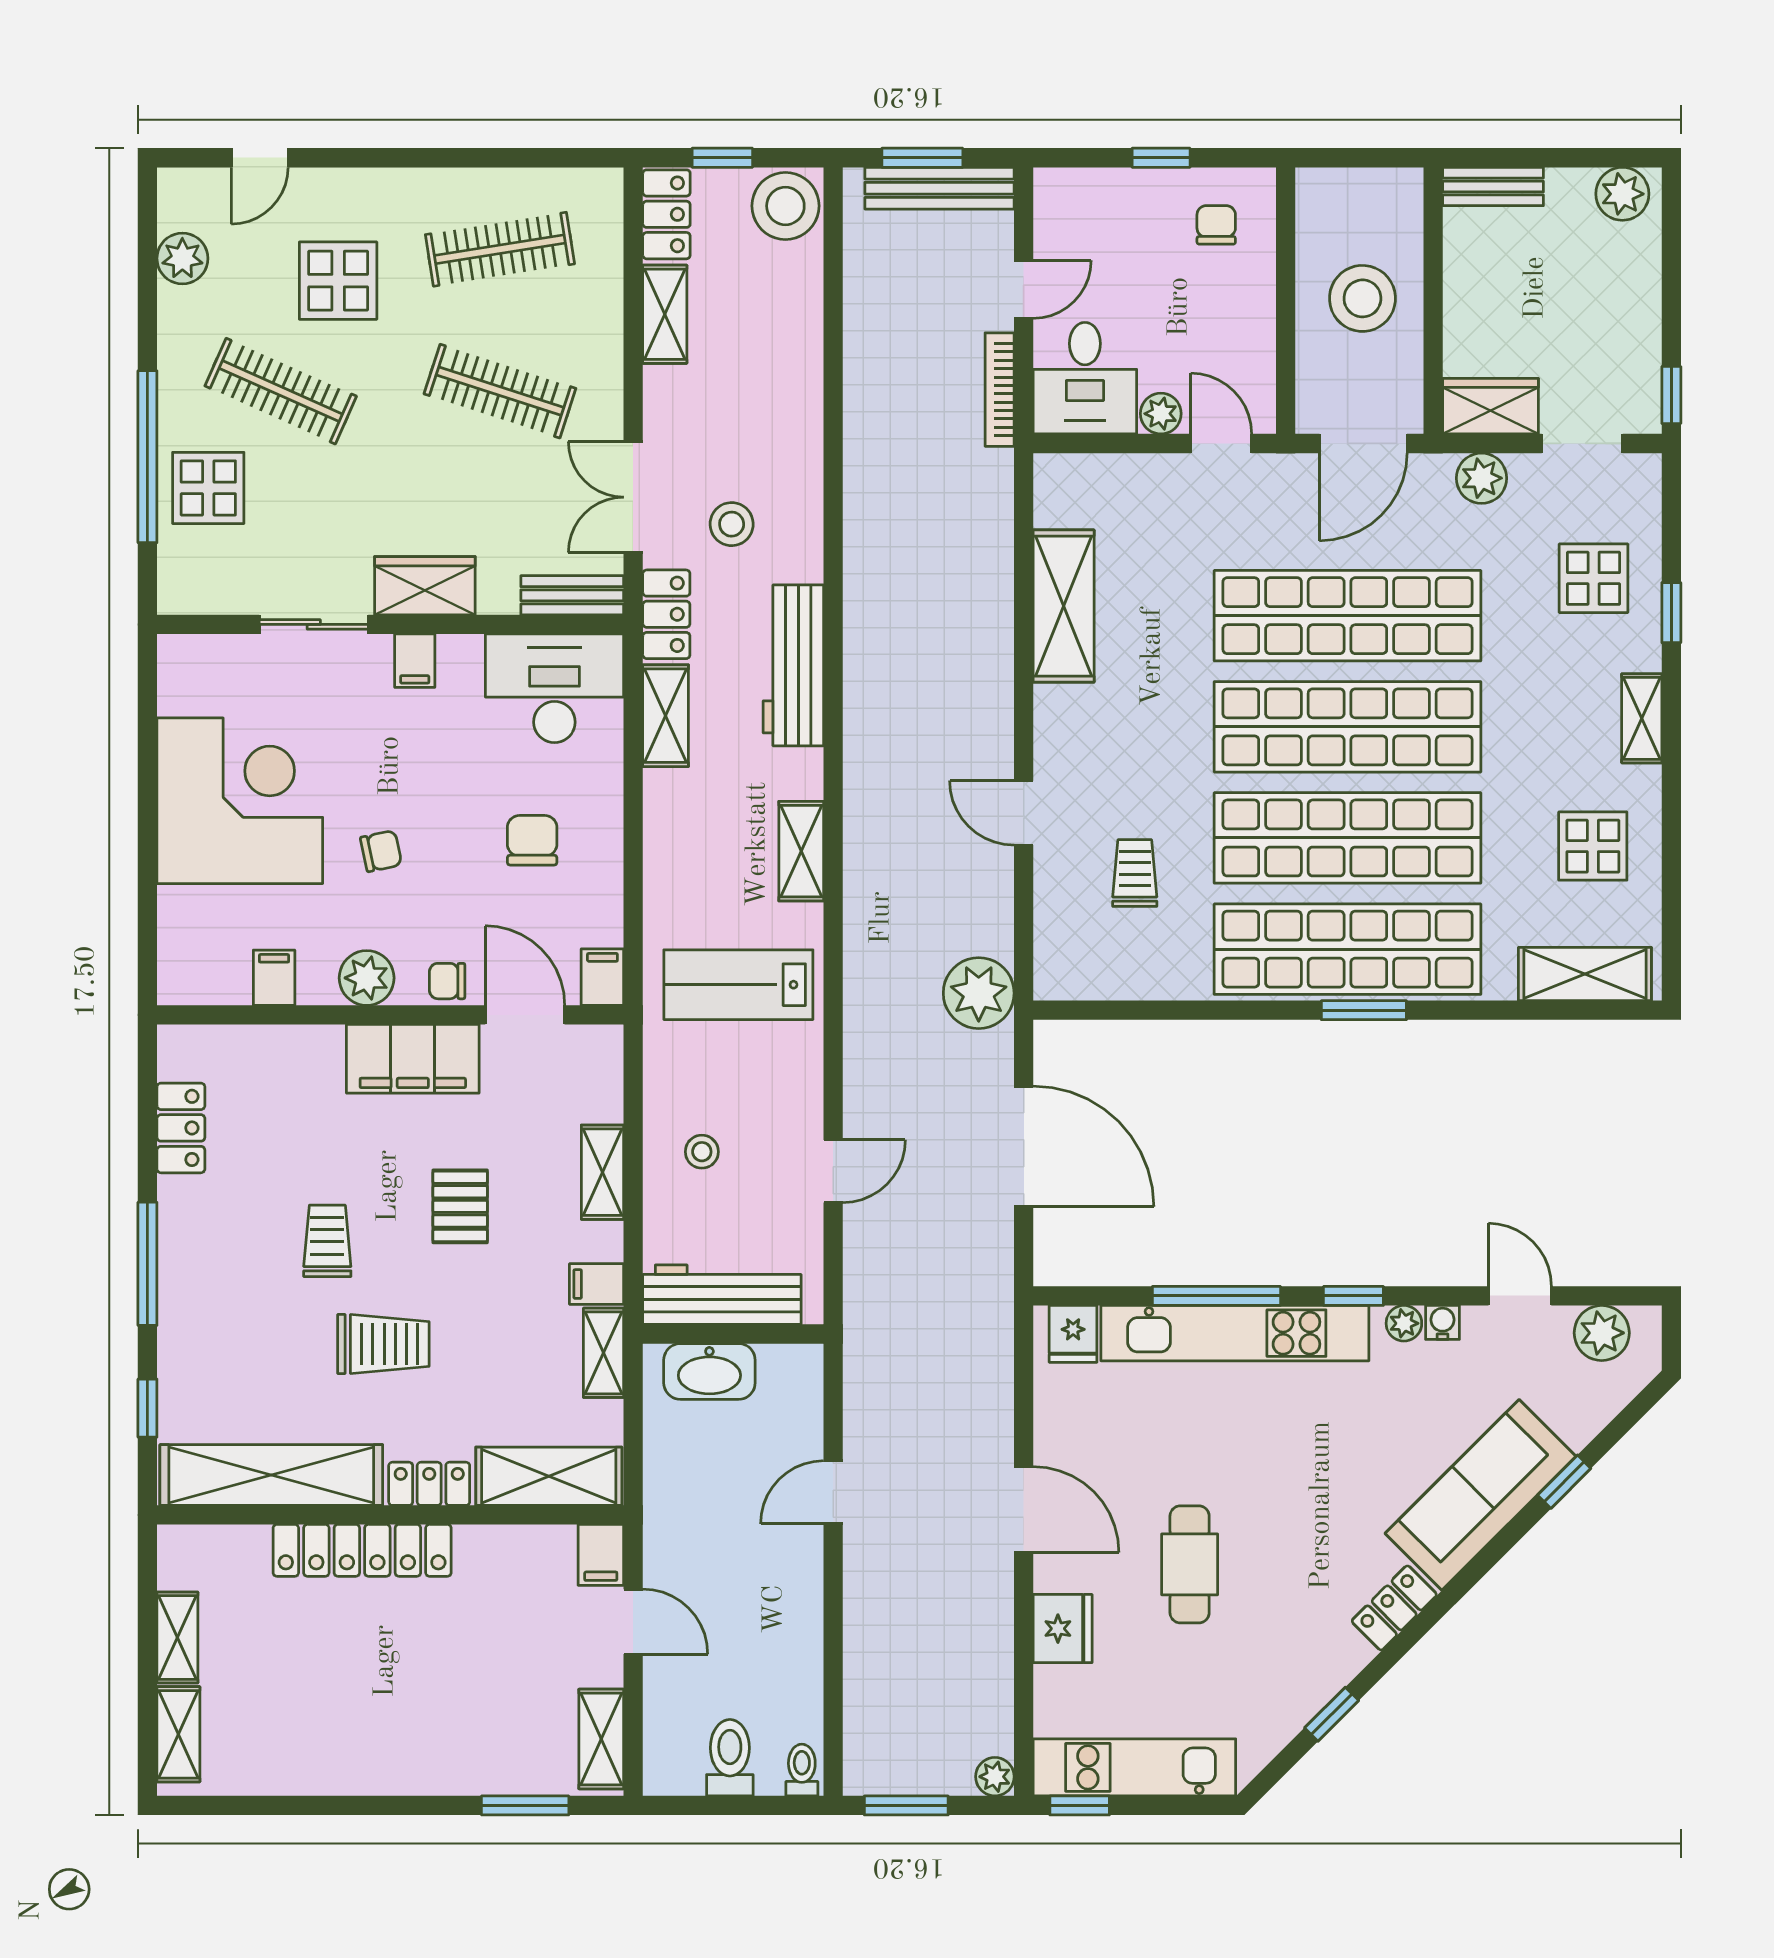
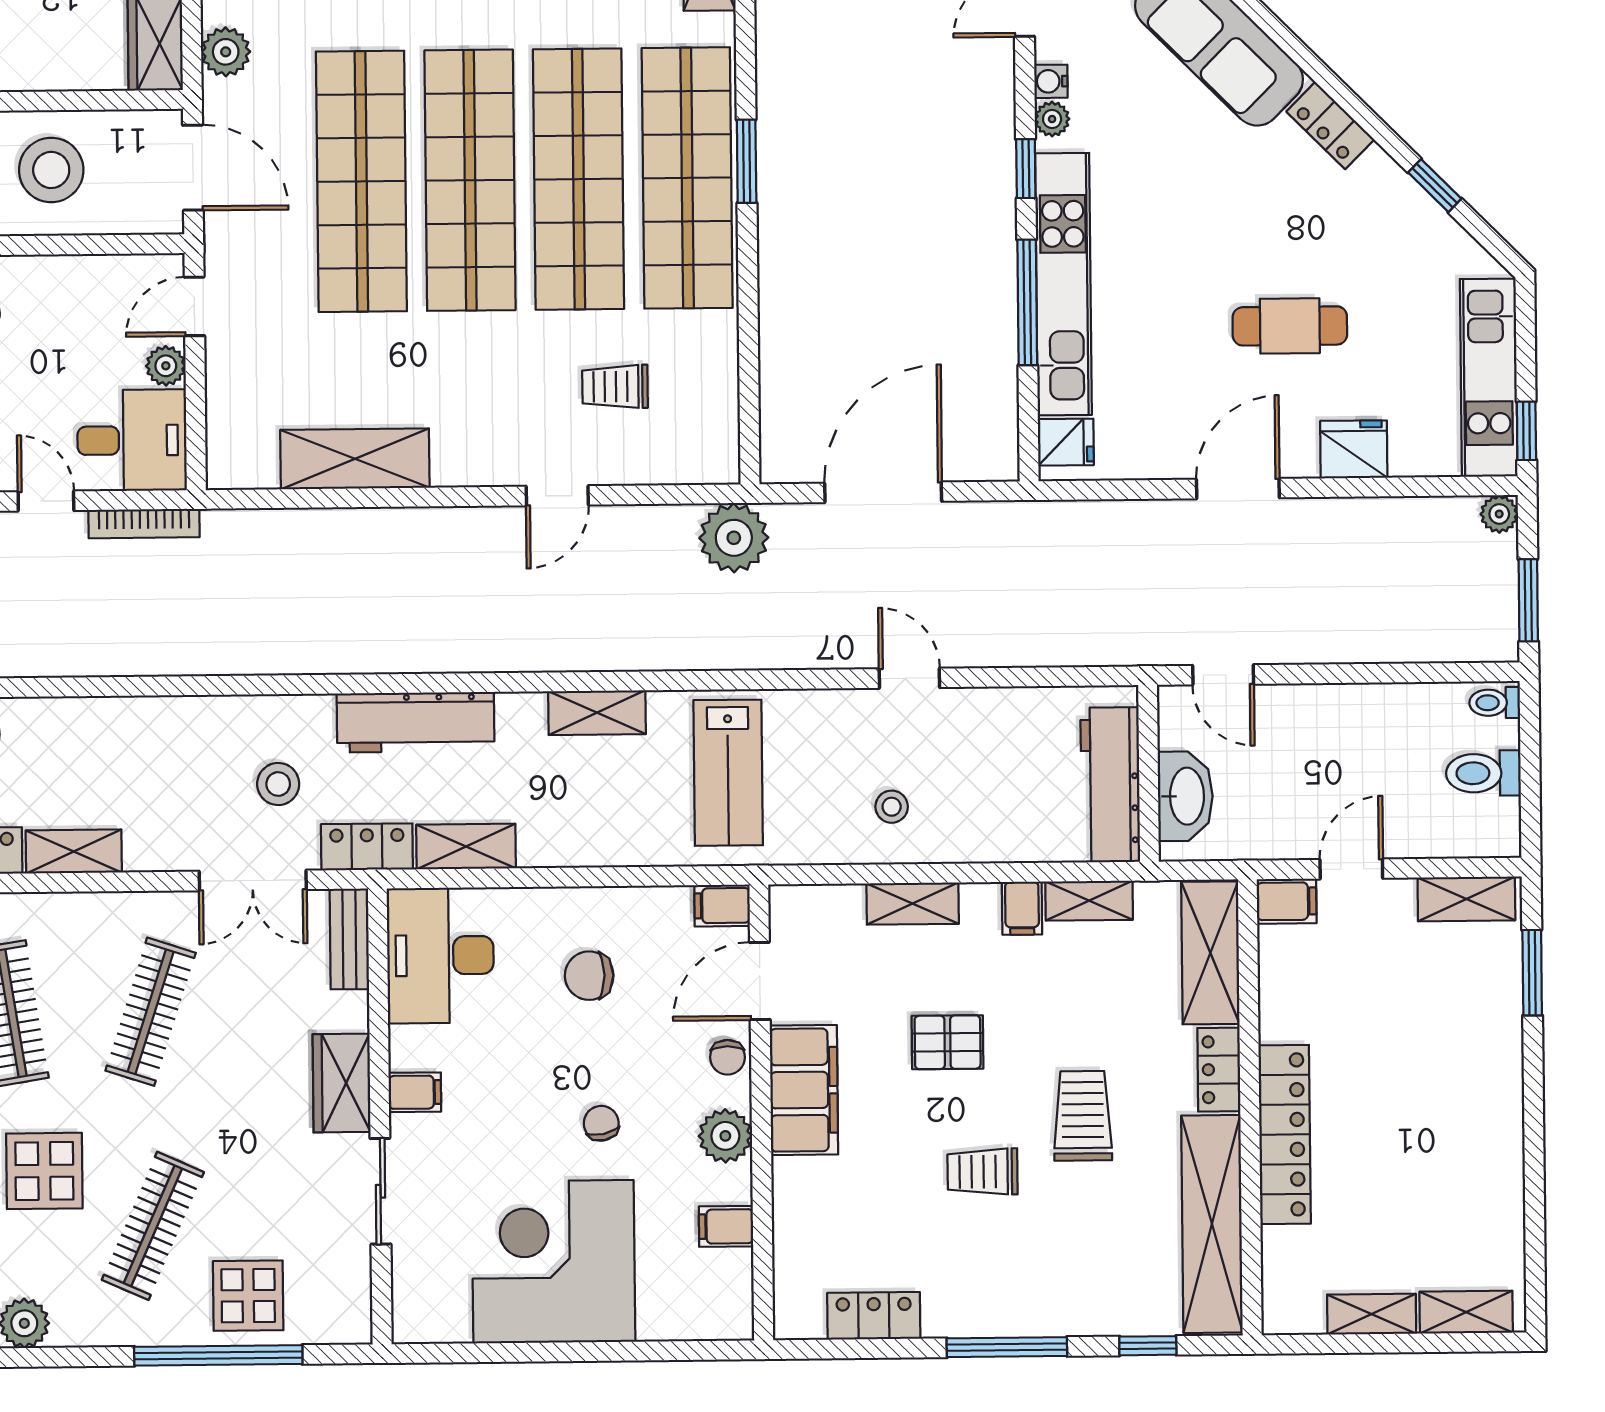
workbench: (722, 1295) -> (1110, 785), moved
wall: (733, 1334) -> (1149, 773), moved
washbasin: (709, 1371) -> (1185, 796), moved

